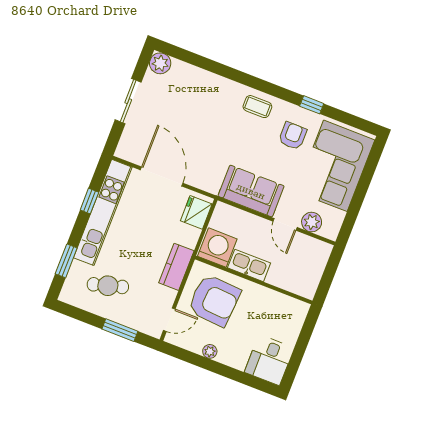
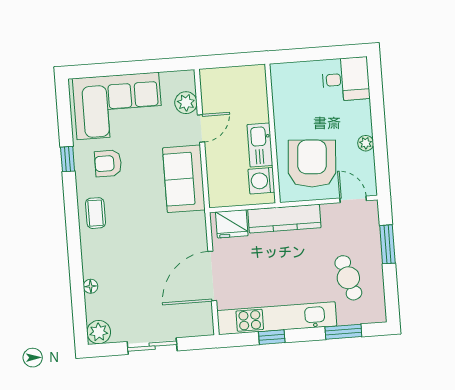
floor lamp: (200, 74) -> (91, 286), added
washing machine: (217, 248) -> (261, 181), width x0.73, depth x0.73
kitchen counter: (176, 267) -> (284, 219), width x1.50

